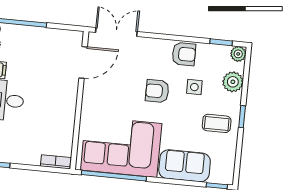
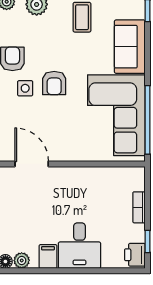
side table: (194, 87) -> (25, 88), moved
bookcase: (56, 162) -> (139, 207), moved

